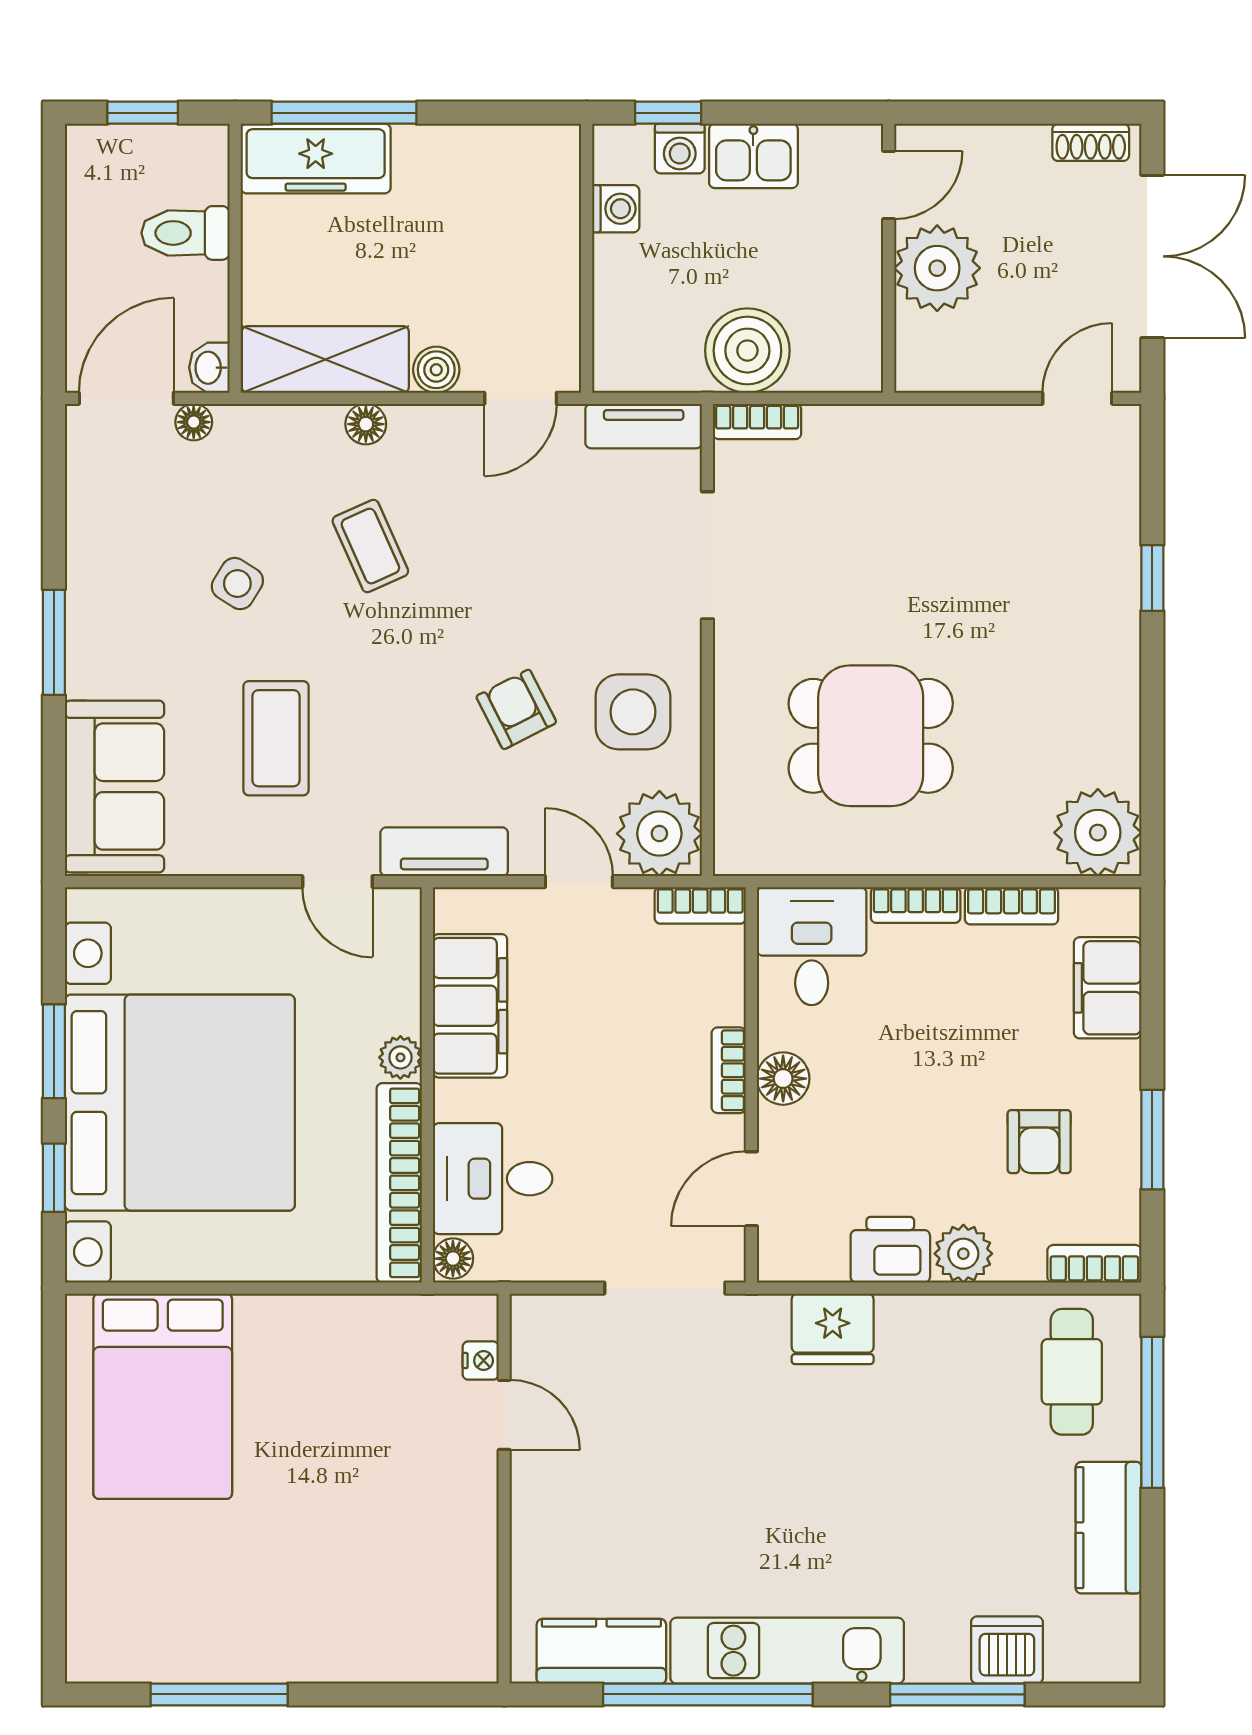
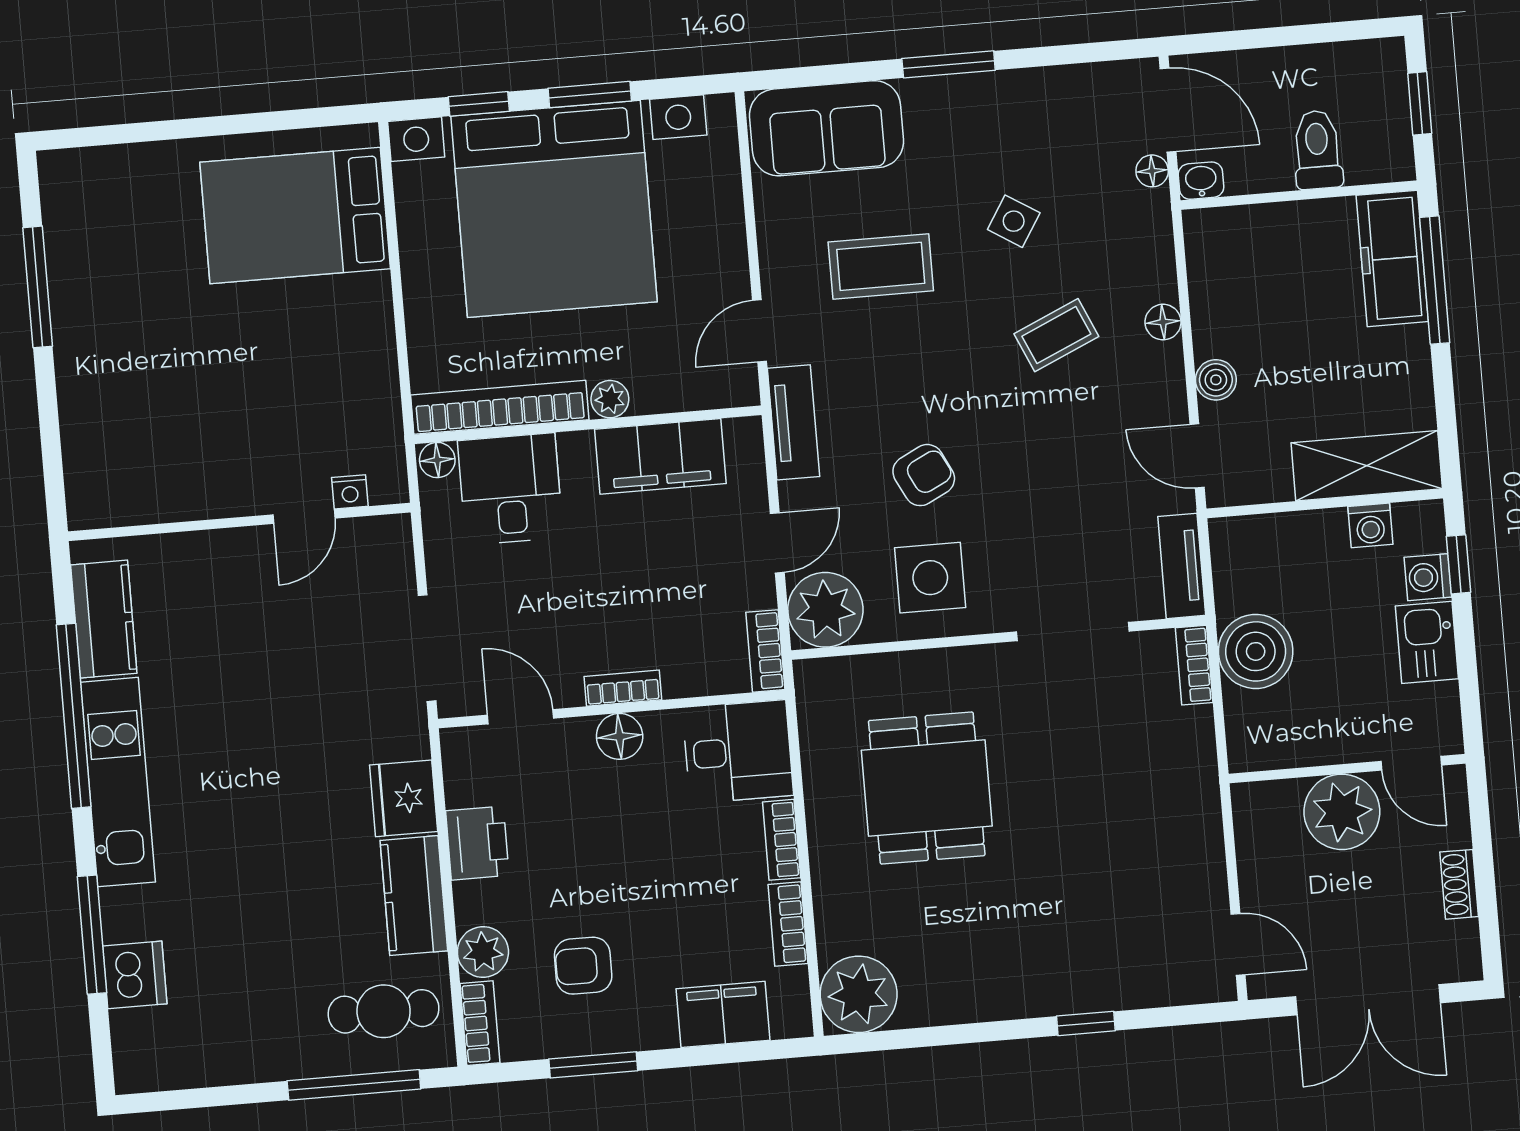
shoe rack: (1091, 142) -> (1459, 884), moved
shelving: (325, 359) -> (1367, 466), moved, turned 90
plant: (963, 1254) -> (483, 952), moved
kitchen counter: (1108, 1528) -> (414, 896), moved, turned -90

